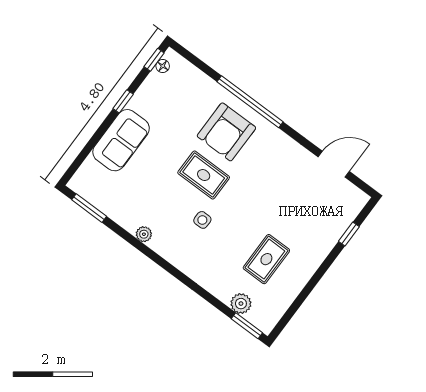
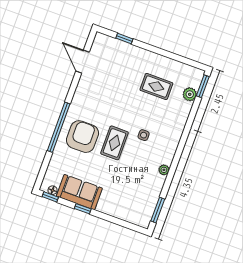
armchair: (226, 132) -> (82, 137), turned -90
sofa: (121, 140) -> (79, 192), moved

